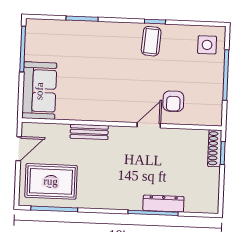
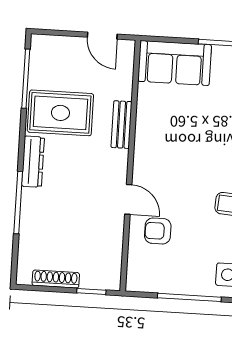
shoe rack: (215, 148) -> (56, 279), moved
rug: (51, 181) -> (60, 113), moved, turned 90
dresser: (163, 204) -> (33, 162), moved

